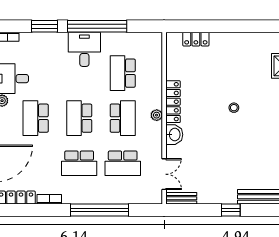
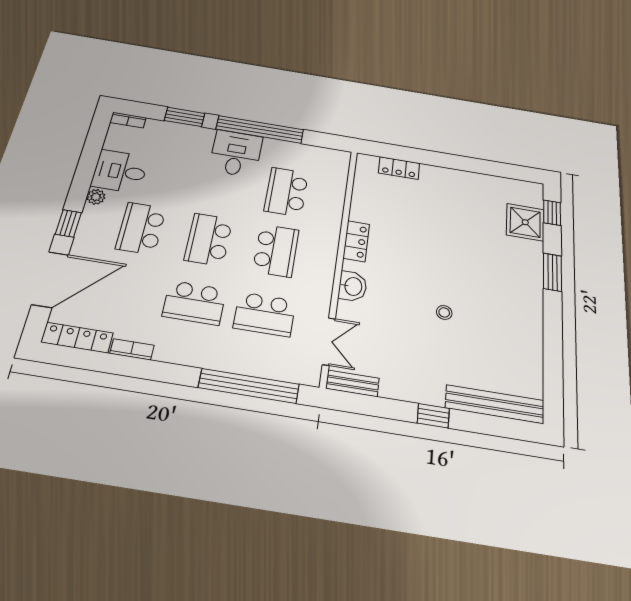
locker: (173, 102) -> (356, 241), width x0.66
stool: (234, 108) -> (444, 312), moved
plant: (157, 115) -> (329, 255), removed
window: (100, 210) -> (249, 386), moved

